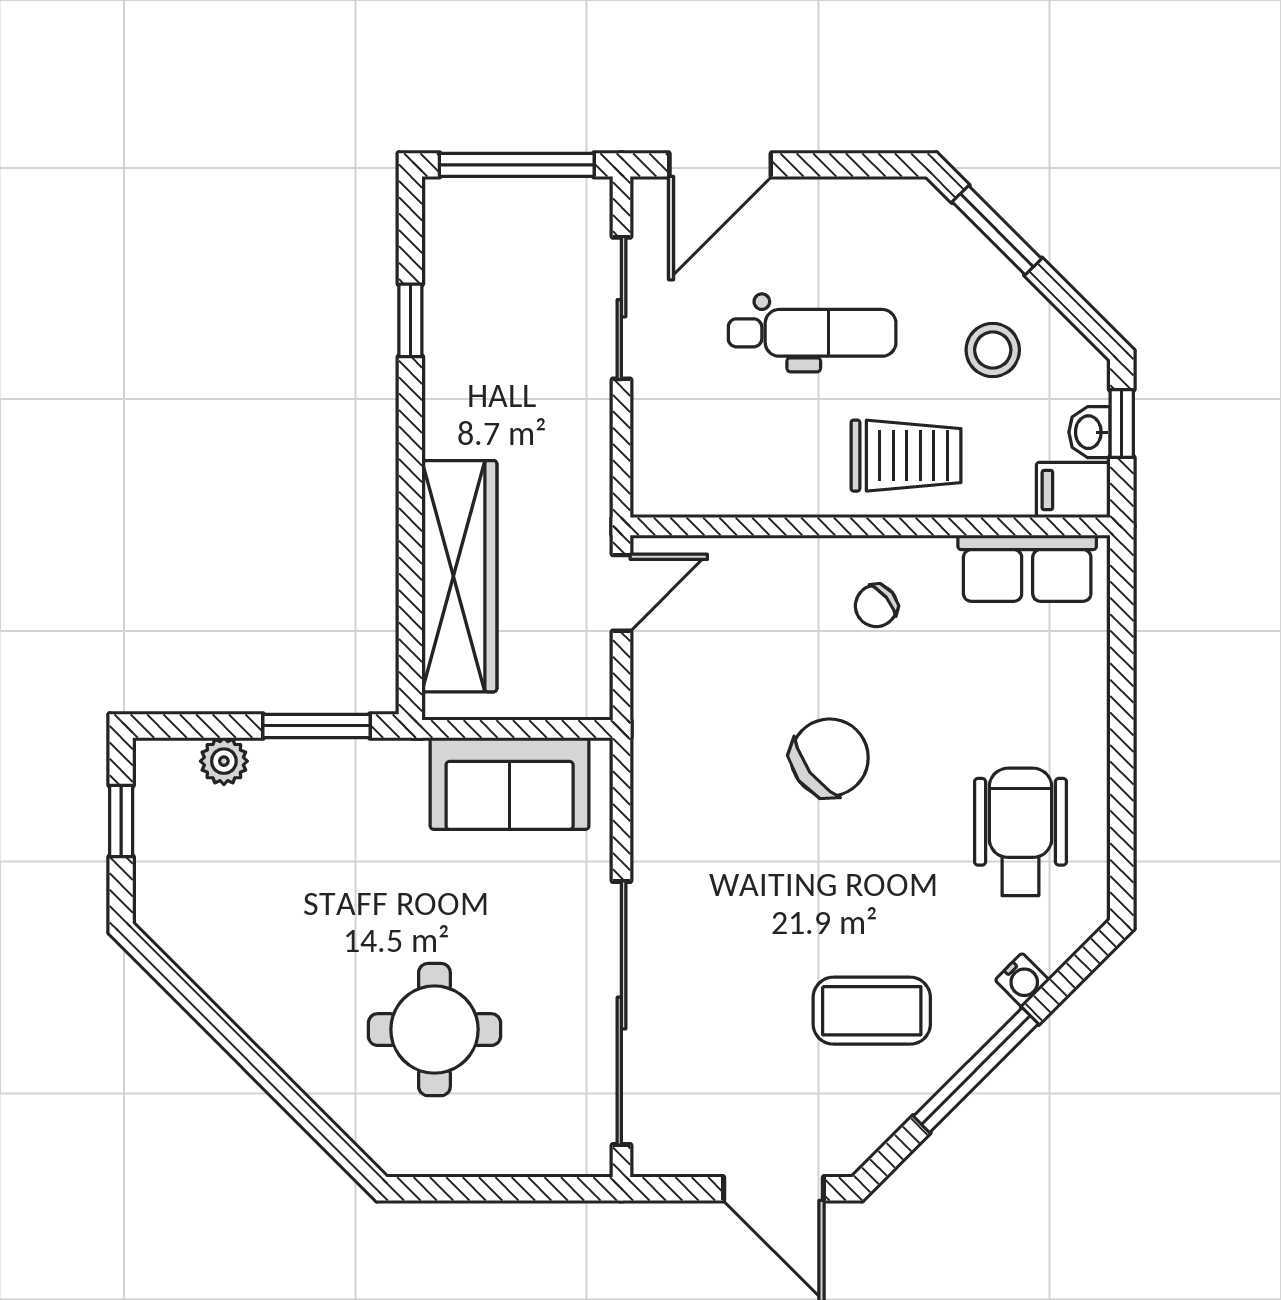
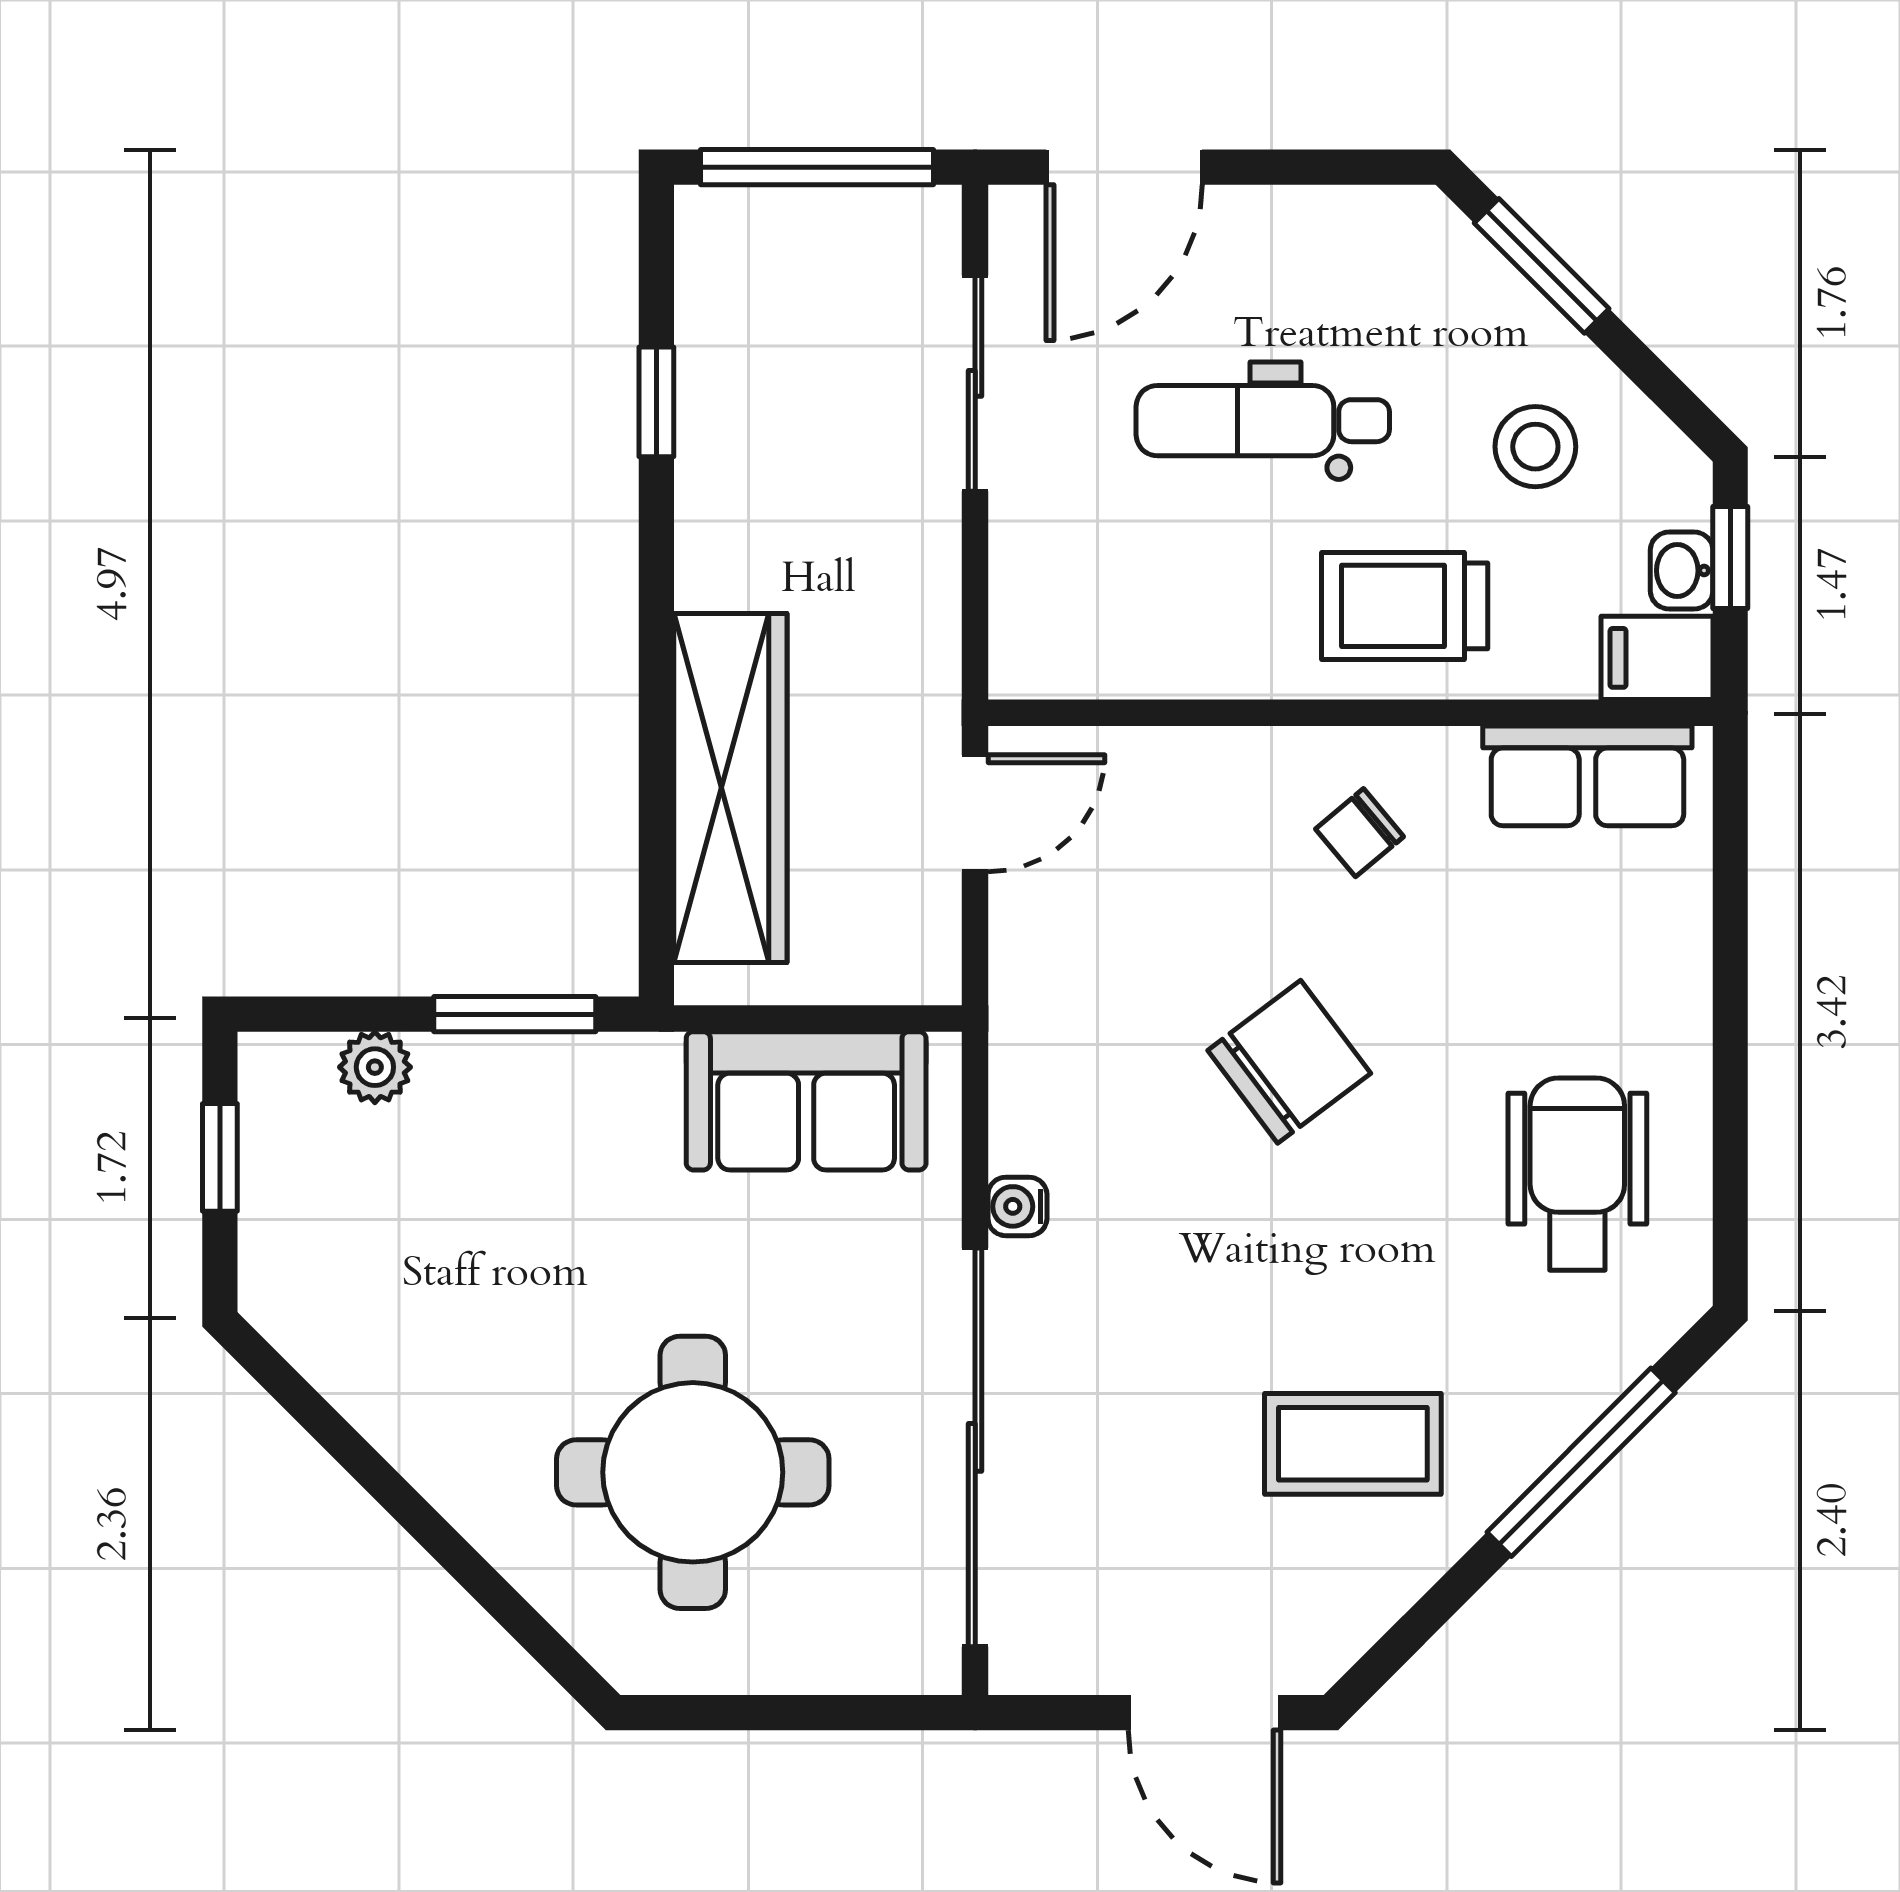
dental chair: (812, 333) -> (1263, 421), turned 180
trolley: (906, 456) -> (1405, 606), turned 180
water cooler: (1022, 980) -> (1017, 1206), moved, turned 135
round table: (434, 1030) -> (693, 1472), width x1.36, depth x1.36
window: (976, 1070) -> (1581, 1462), moved

